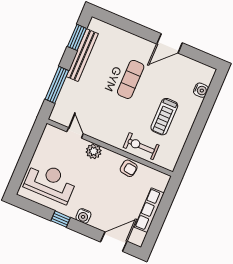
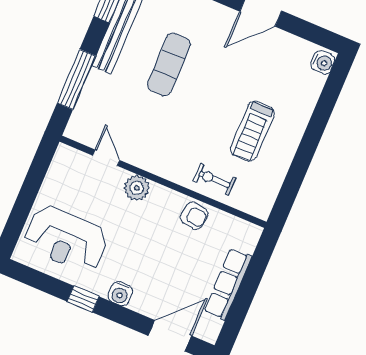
exercise mat: (131, 79) -> (169, 64), moved
water cooler: (201, 90) -> (323, 62), moved
exercise bike: (141, 146) -> (214, 179), width x0.73, depth x0.72
reception desk: (50, 182) -> (66, 239), turned 180

